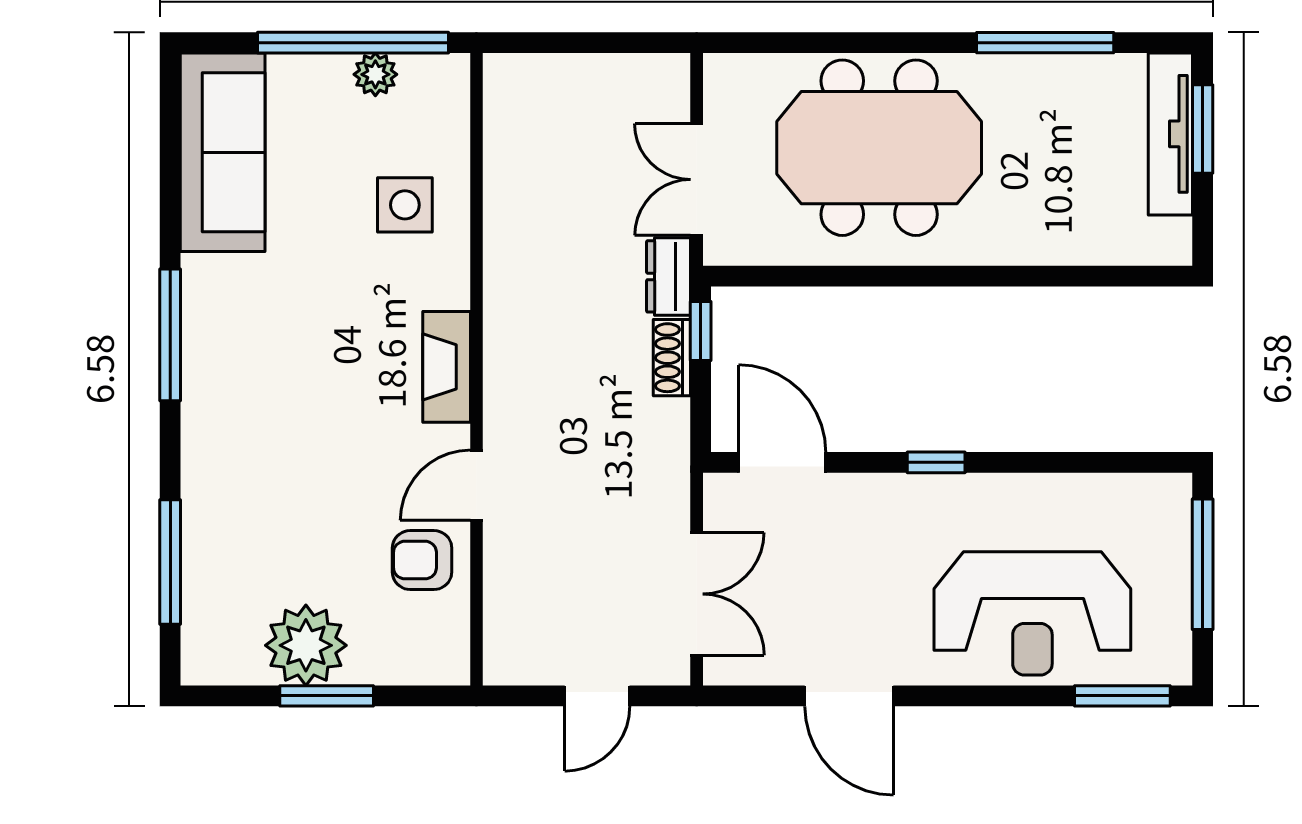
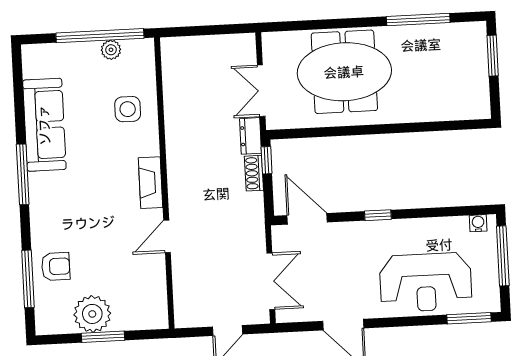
tv unit: (1170, 134) -> (478, 59), removed
sofa: (223, 152) -> (44, 125), moved
water cooler: (1153, 491) -> (478, 223), added
armchair: (422, 560) -> (56, 267), moved, turned 180

